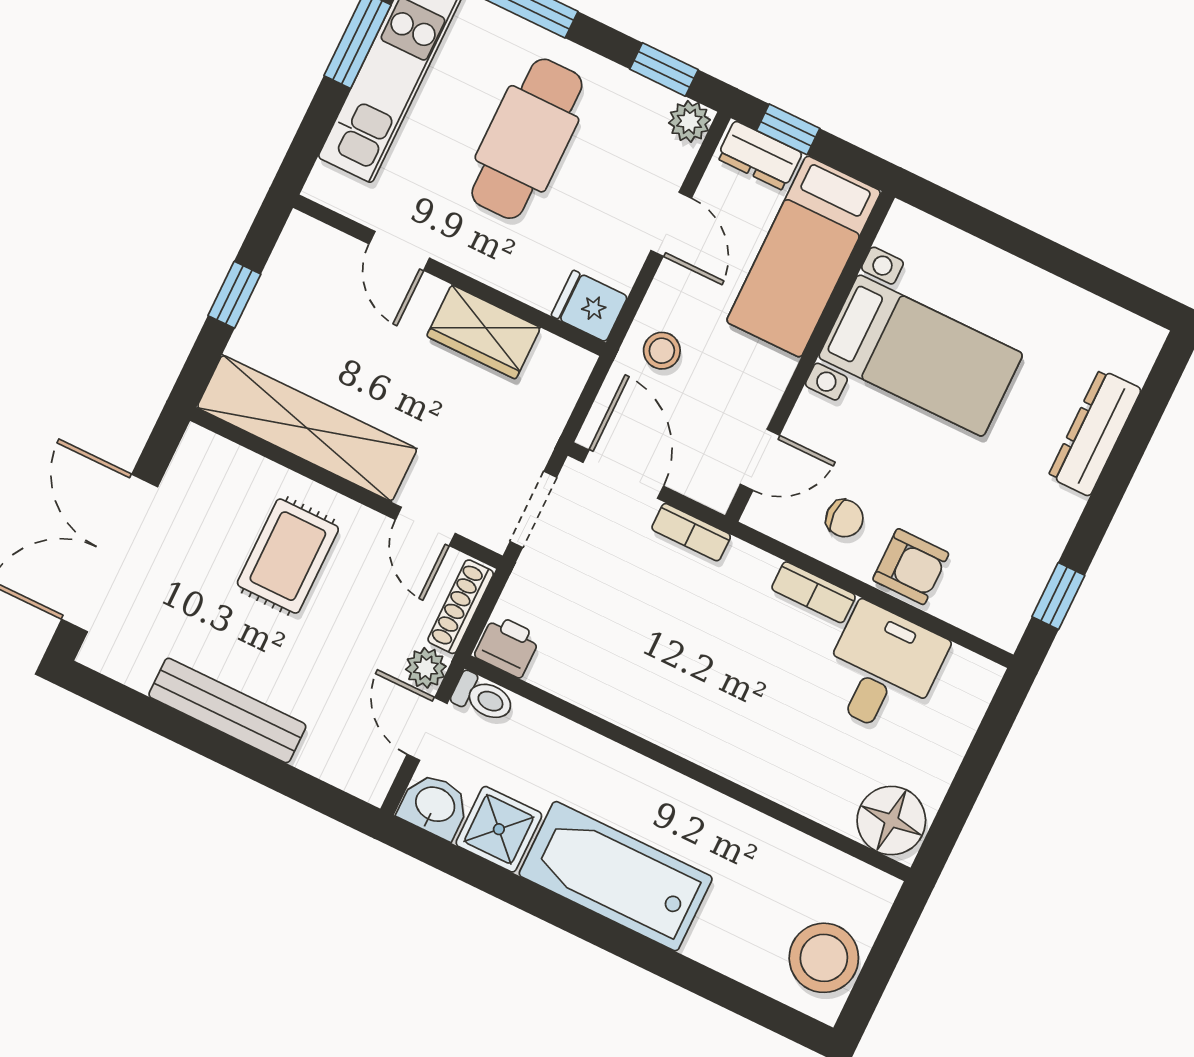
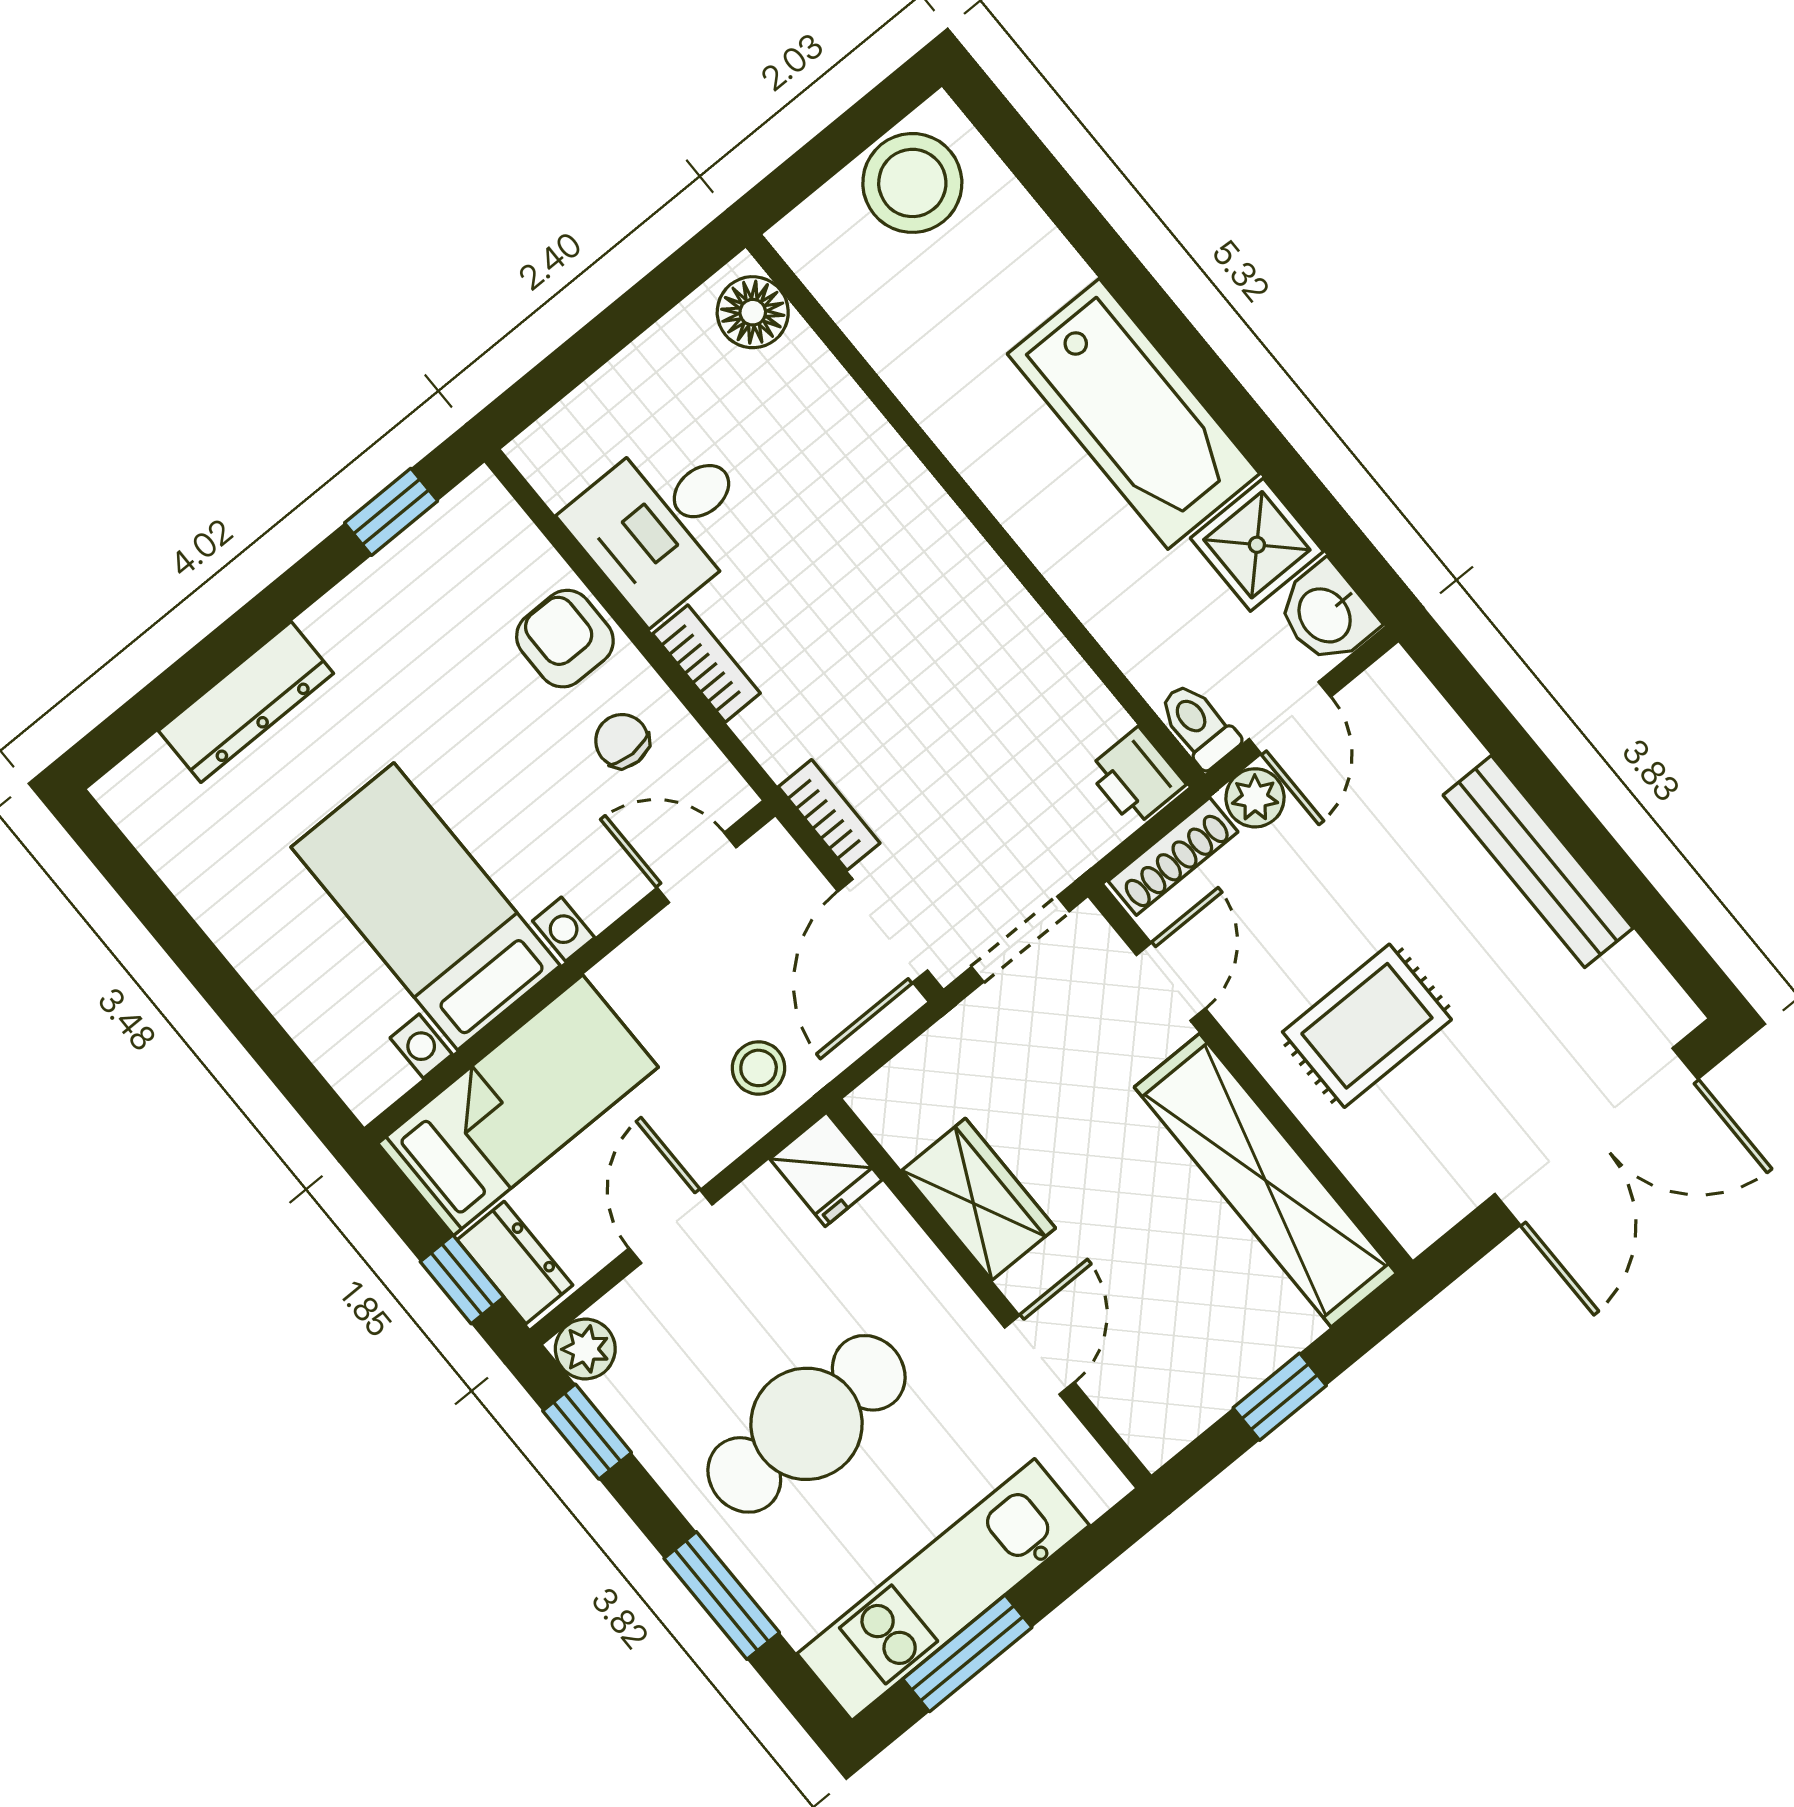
floor lamp: (891, 821) -> (753, 312), width x0.73, depth x0.73

